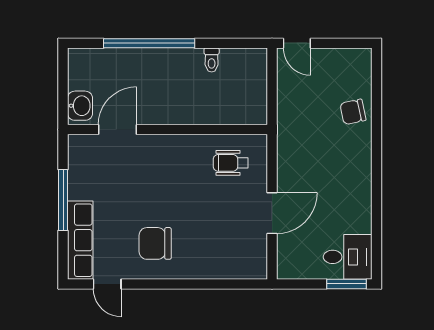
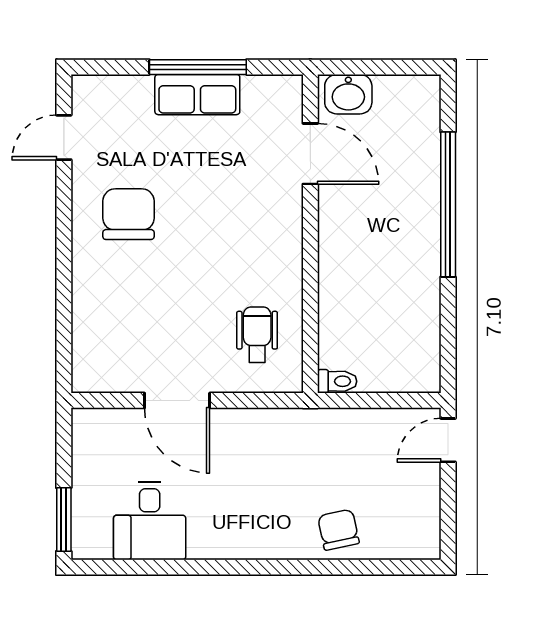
toilet: (212, 60) -> (337, 381), moved, turned 180
row of seats: (80, 240) -> (197, 95), moved, width x0.68
desk: (348, 257) -> (150, 521), moved

